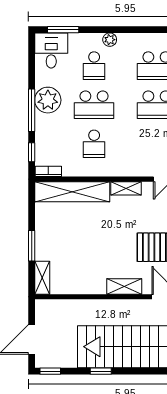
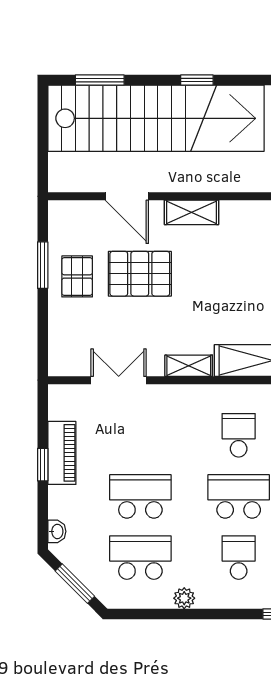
plant: (110, 40) -> (184, 598), moved
window: (101, 371) -> (197, 80), moved

